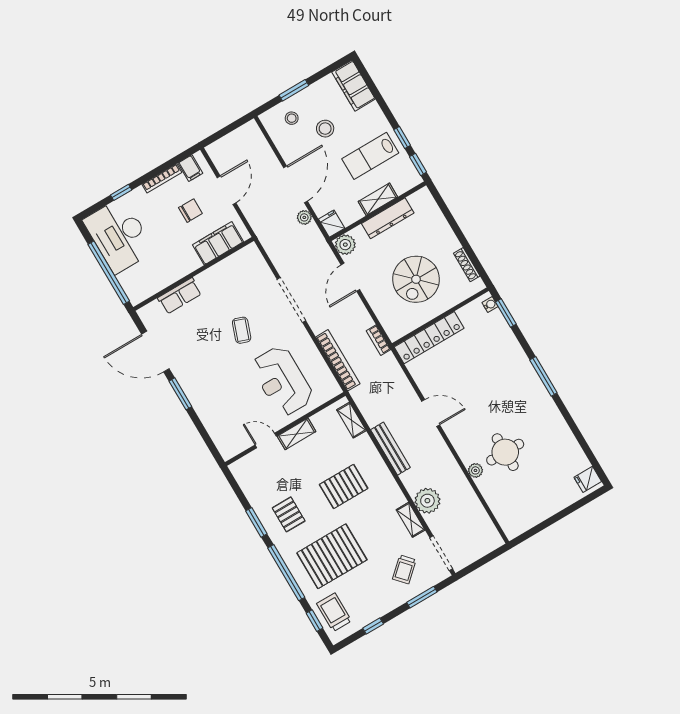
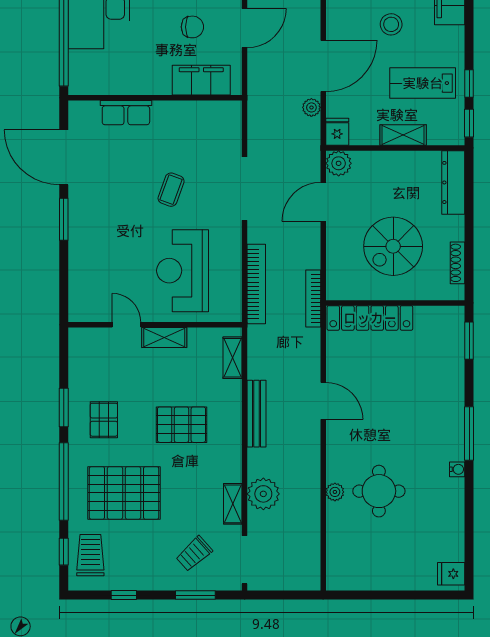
dresser: (388, 218) -> (453, 182), moved, turned 90
water cooler: (490, 305) -> (457, 469), moved
bookcase: (378, 340) -> (313, 299), width x1.56

